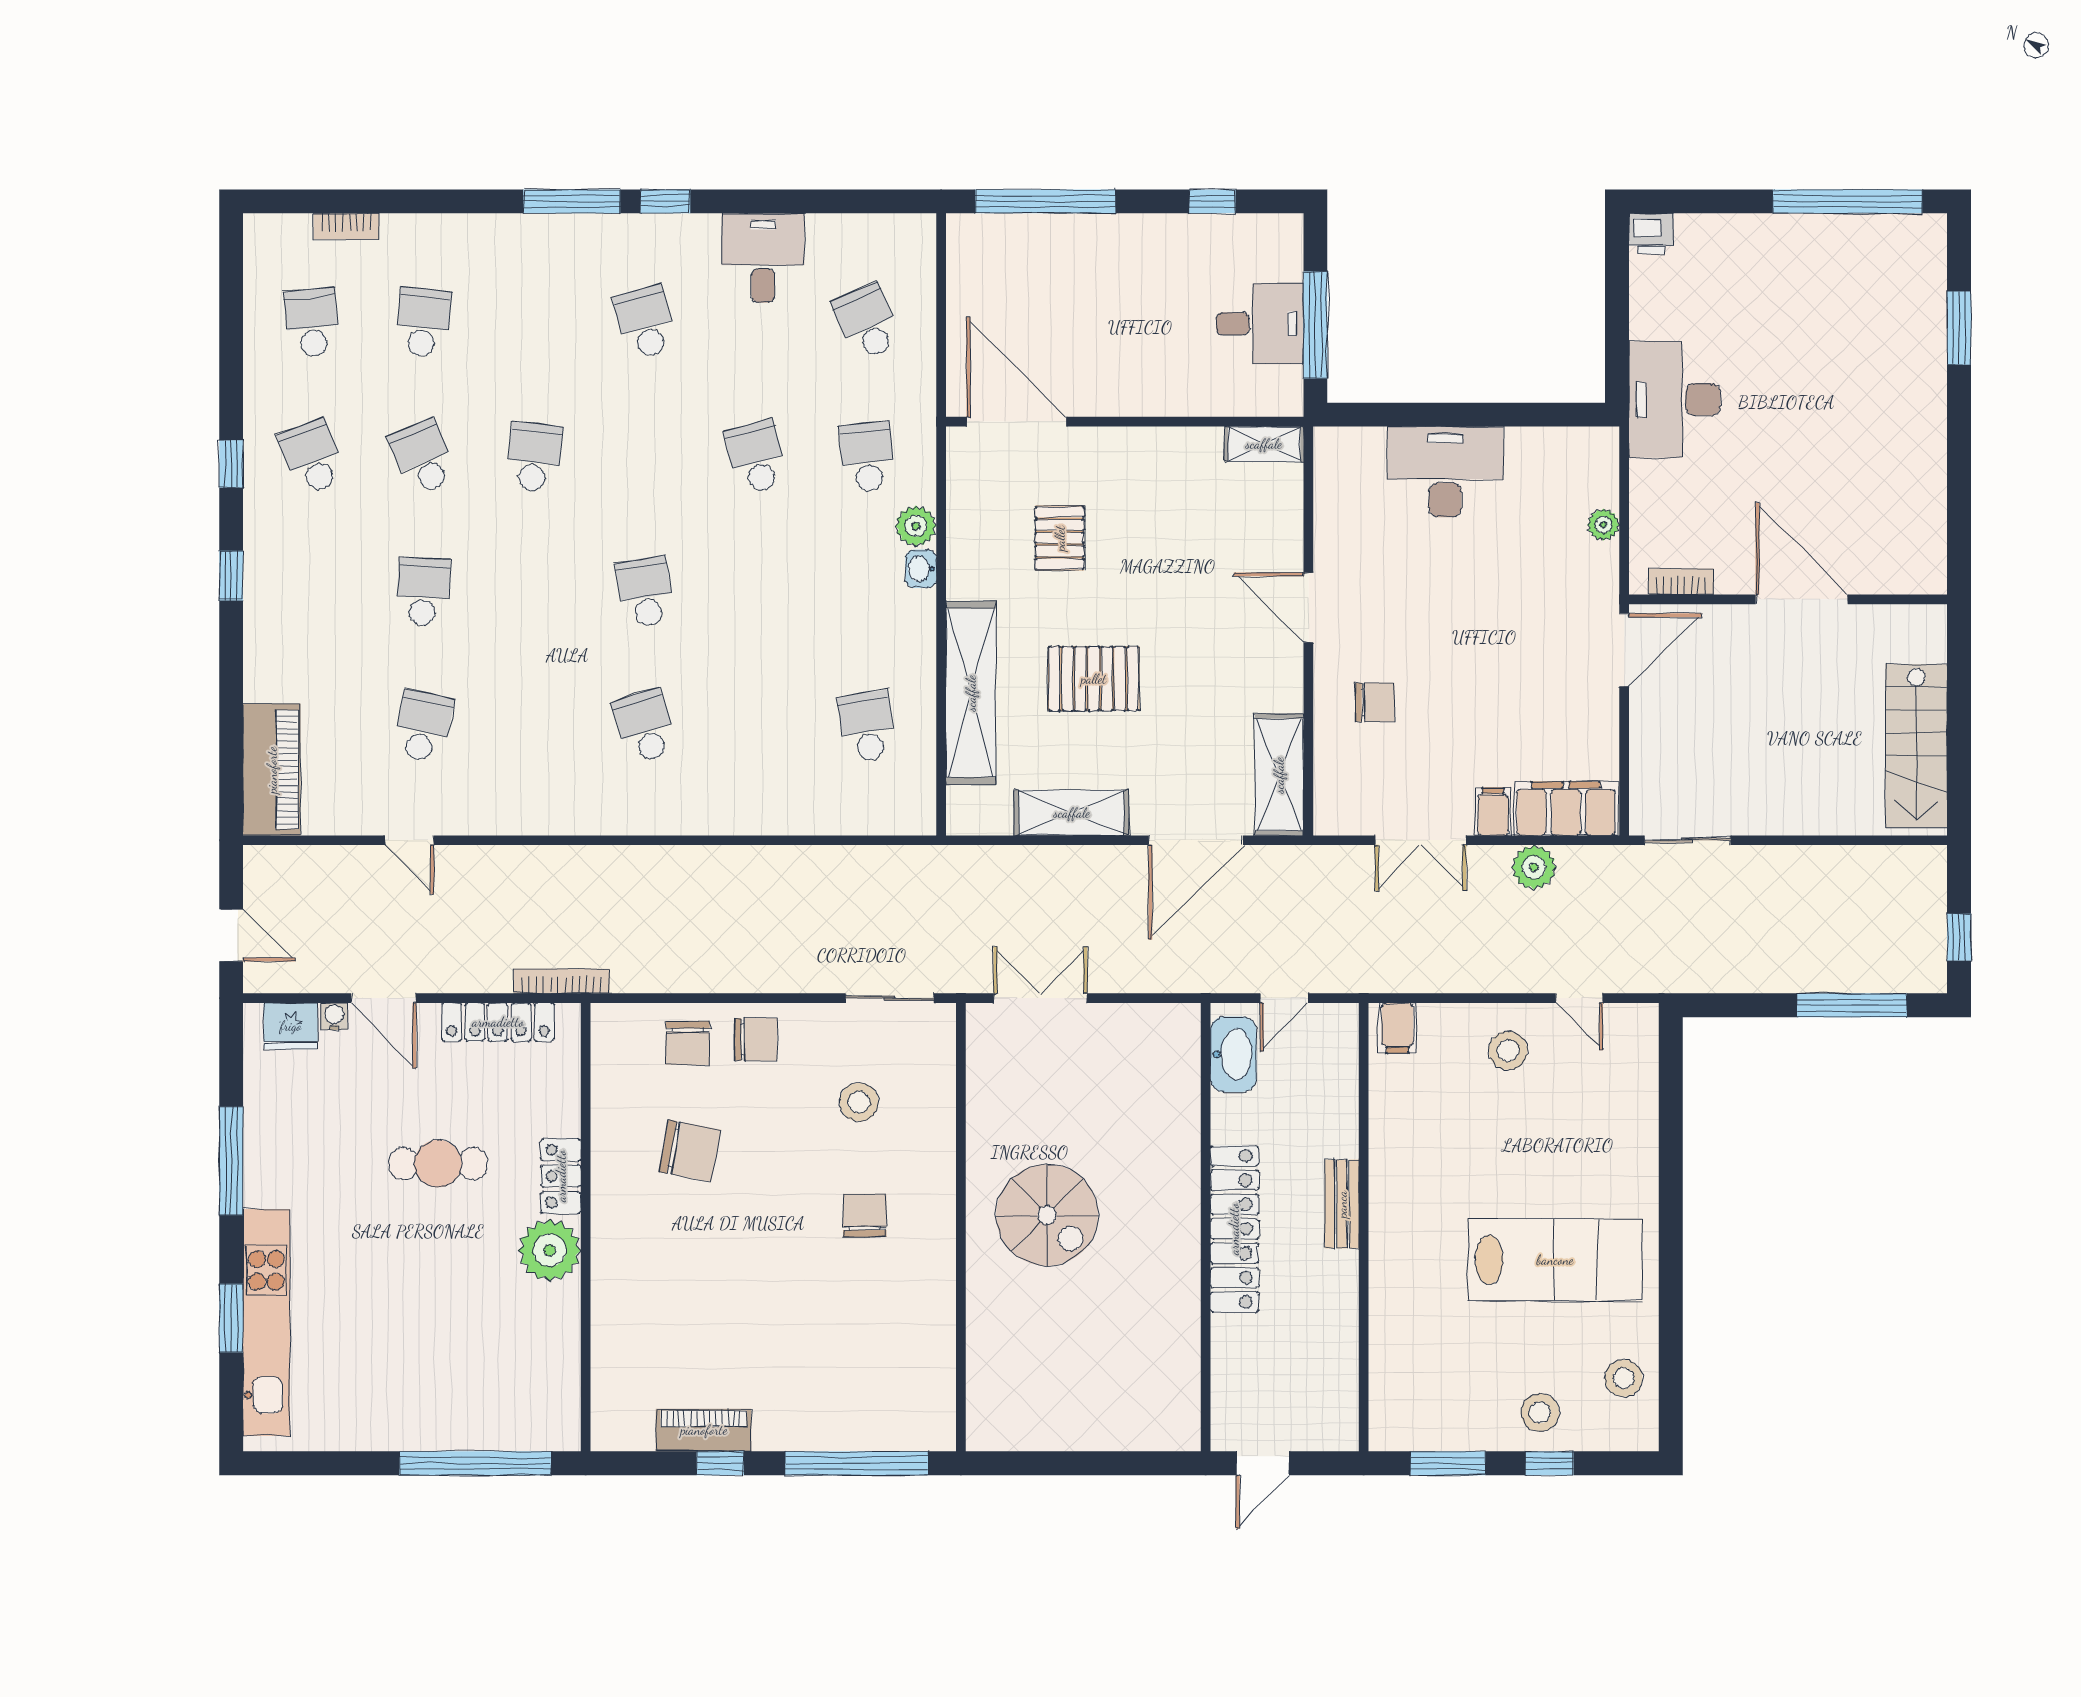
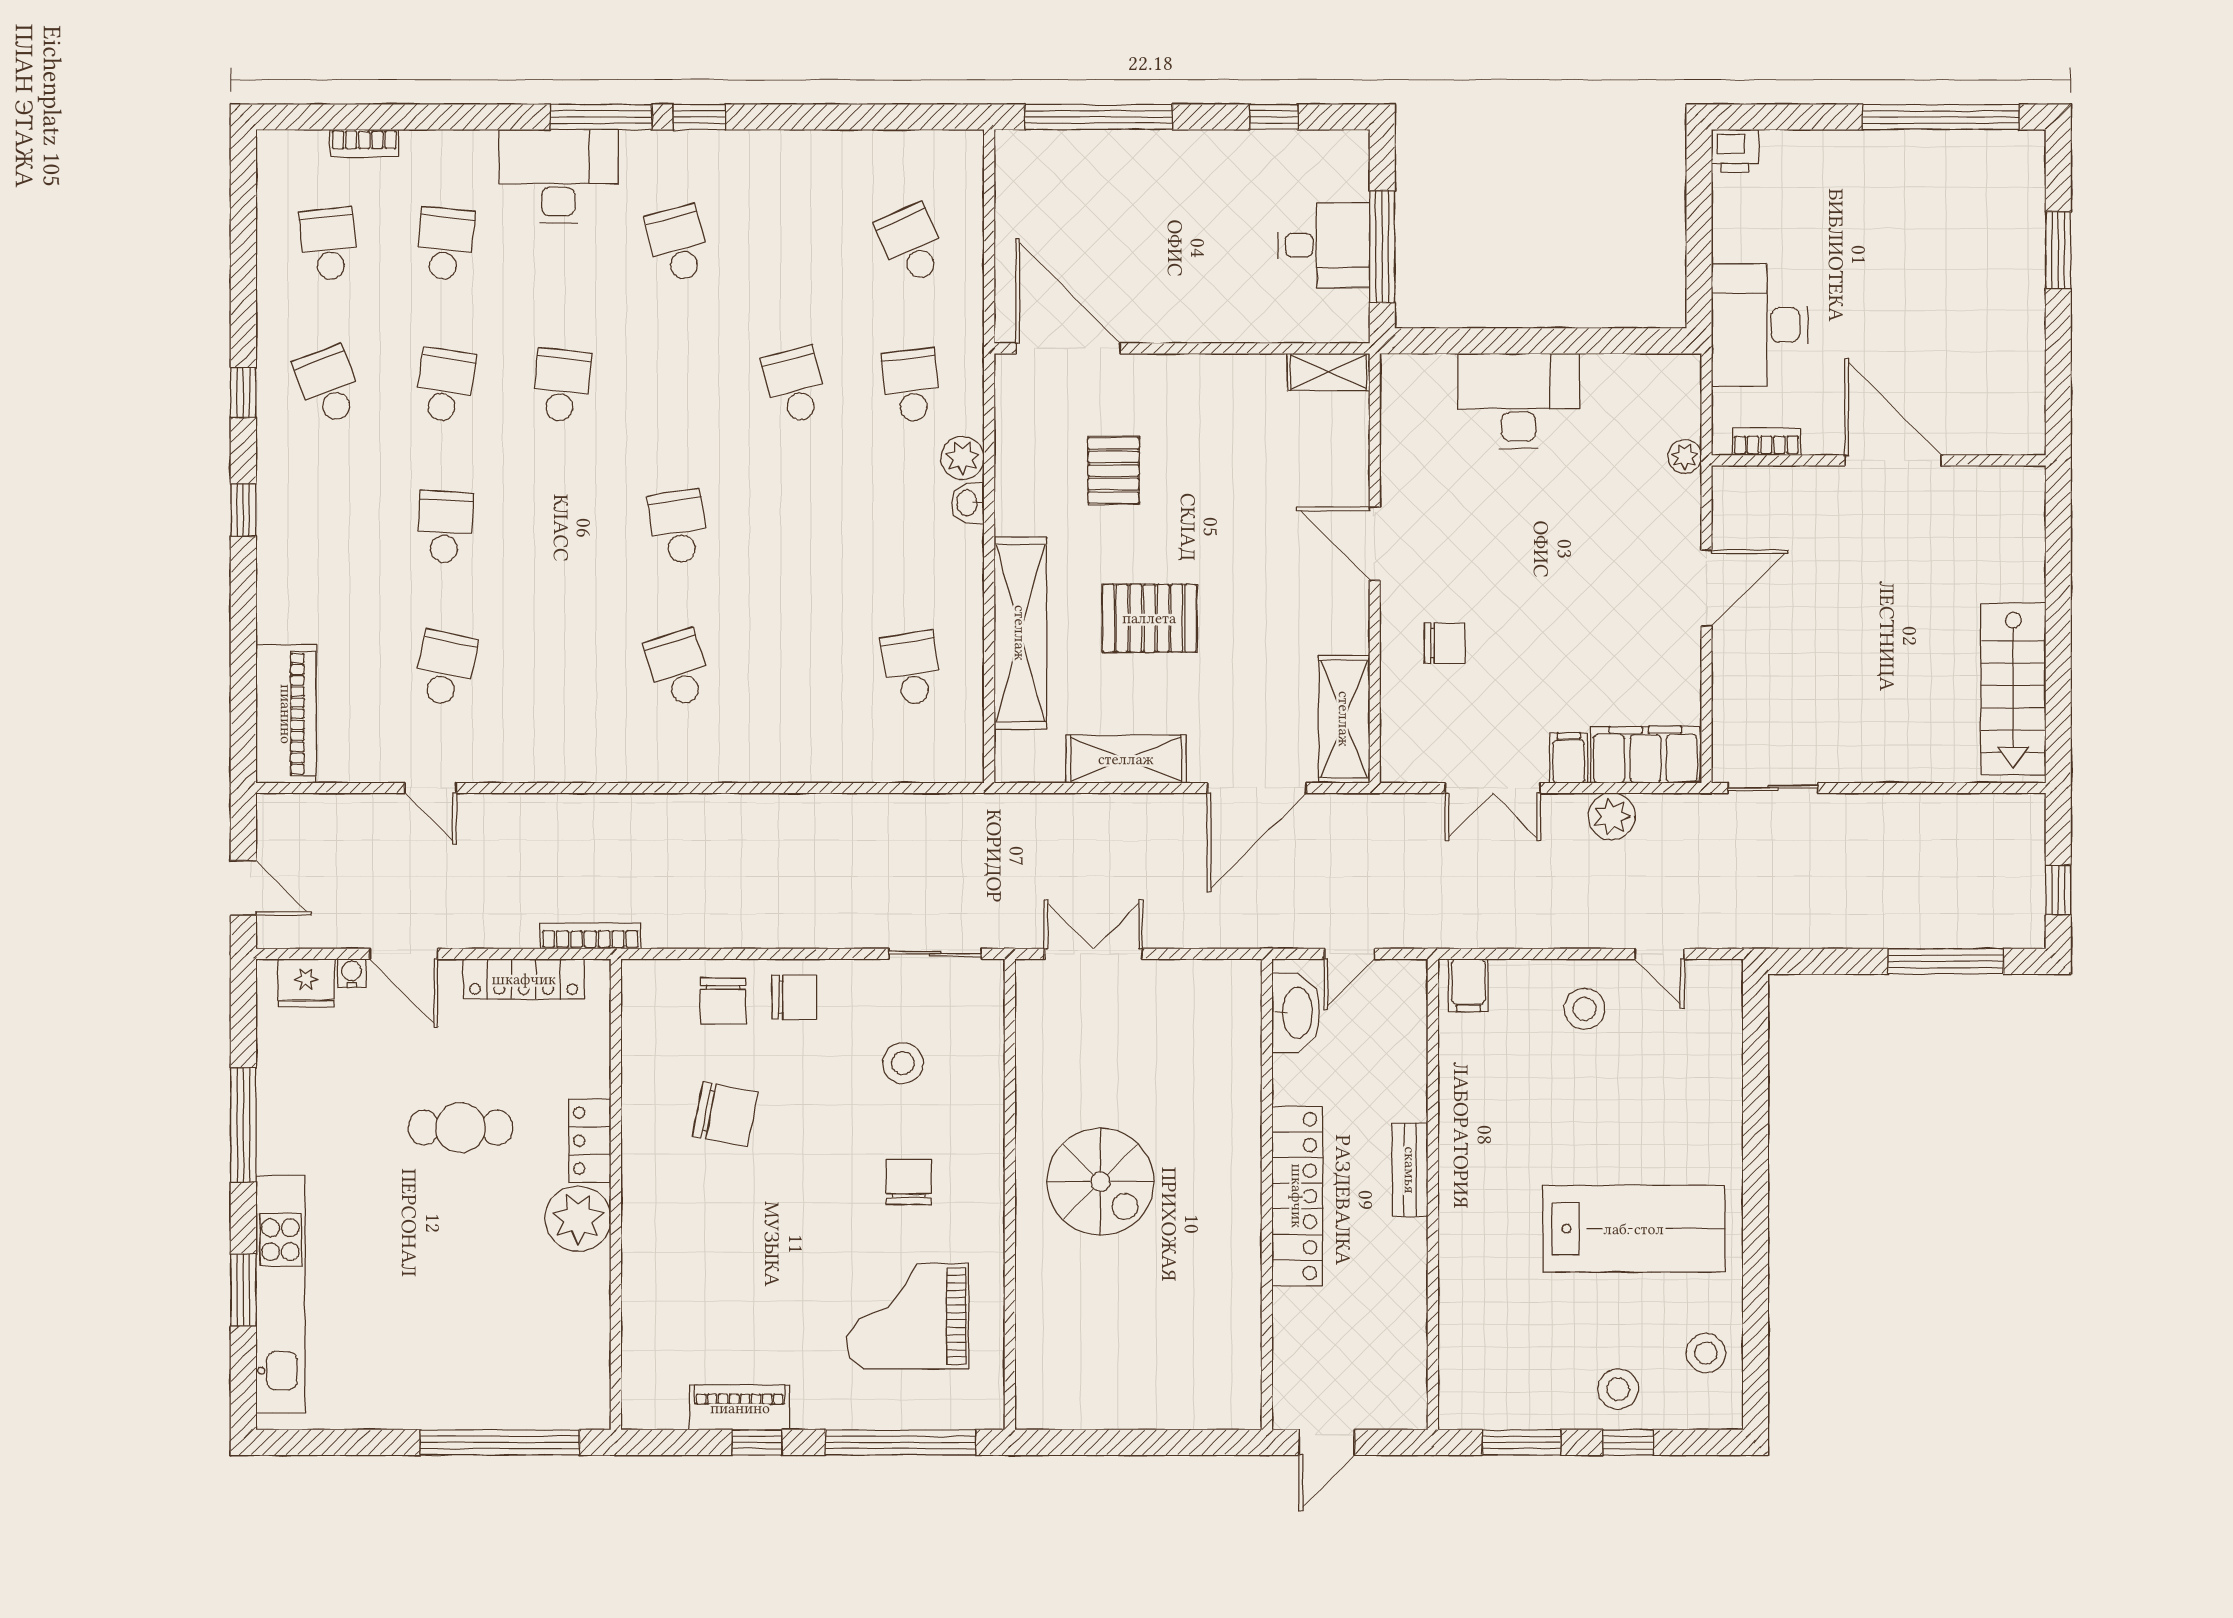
desk: (763, 258) -> (558, 176), moved, width x1.37
school desk: (423, 457) -> (445, 385), turned 33
bookcase: (1681, 582) -> (1766, 442), moved
wall: (1788, 599) -> (1879, 460), moved
door: (1802, 599) -> (1893, 460), moved
grand piano: (863, 1343) -> (908, 1316), added

